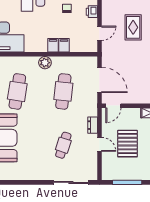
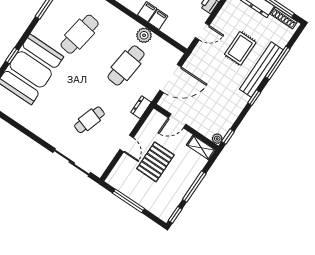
plant: (45, 63) -> (144, 35), moved
door: (99, 80) -> (170, 78), hinge flipped
door: (113, 106) -> (177, 121), moved
dresser: (93, 125) -> (141, 107), moved

